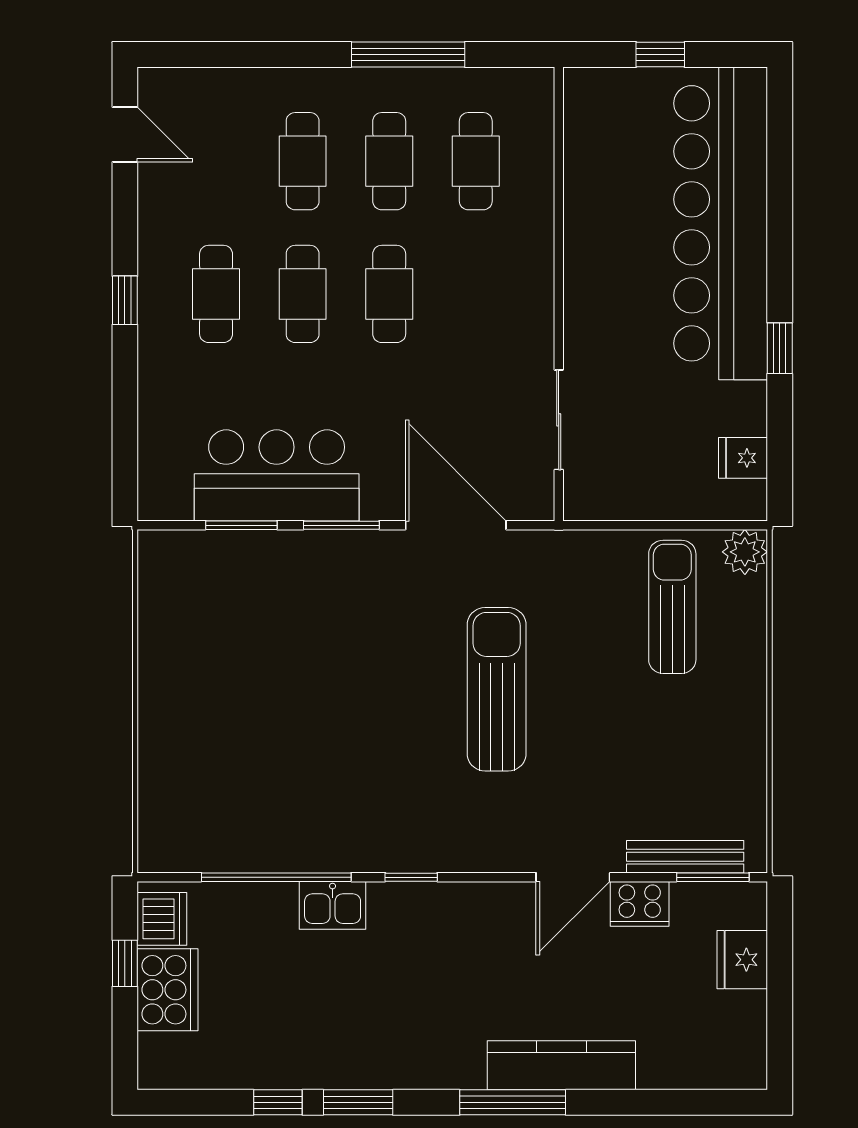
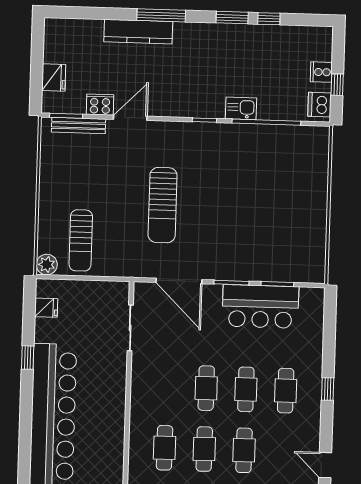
cooker: (168, 990) -> (321, 72), width x0.53, depth x0.76

